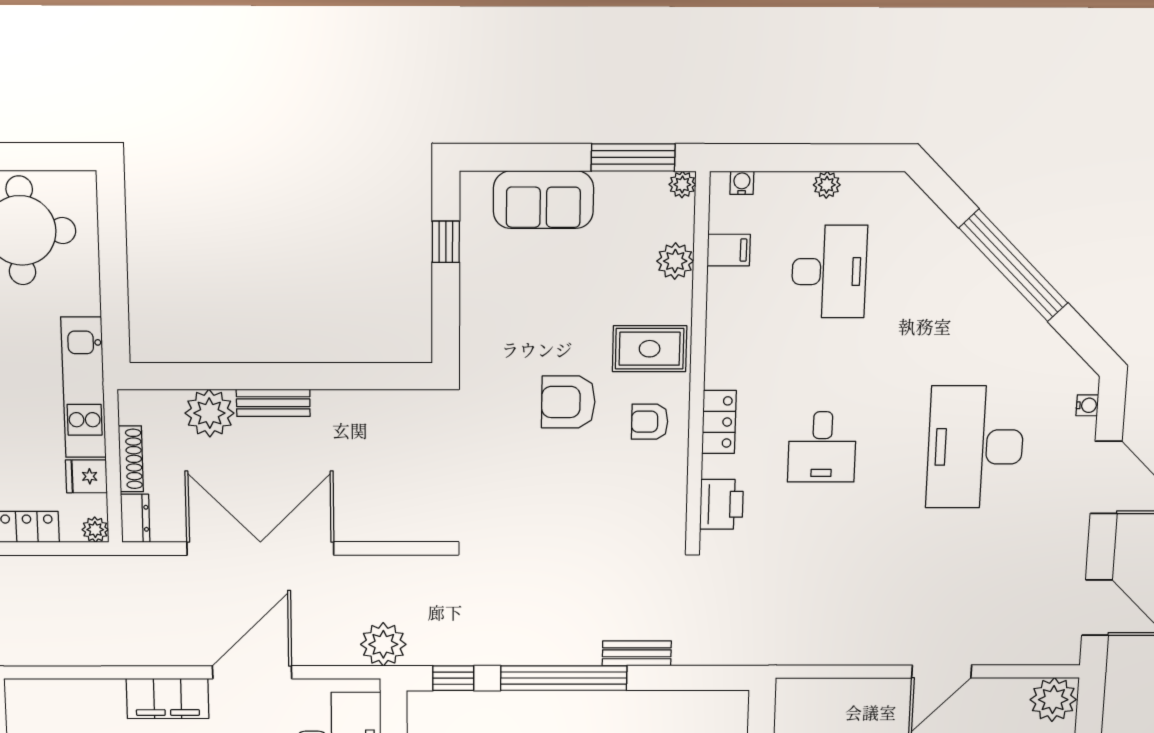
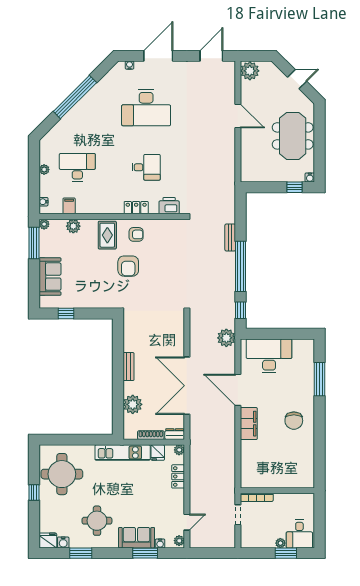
bench: (273, 403) -> (129, 367), moved
armchair: (650, 422) -> (136, 234), turned -90

